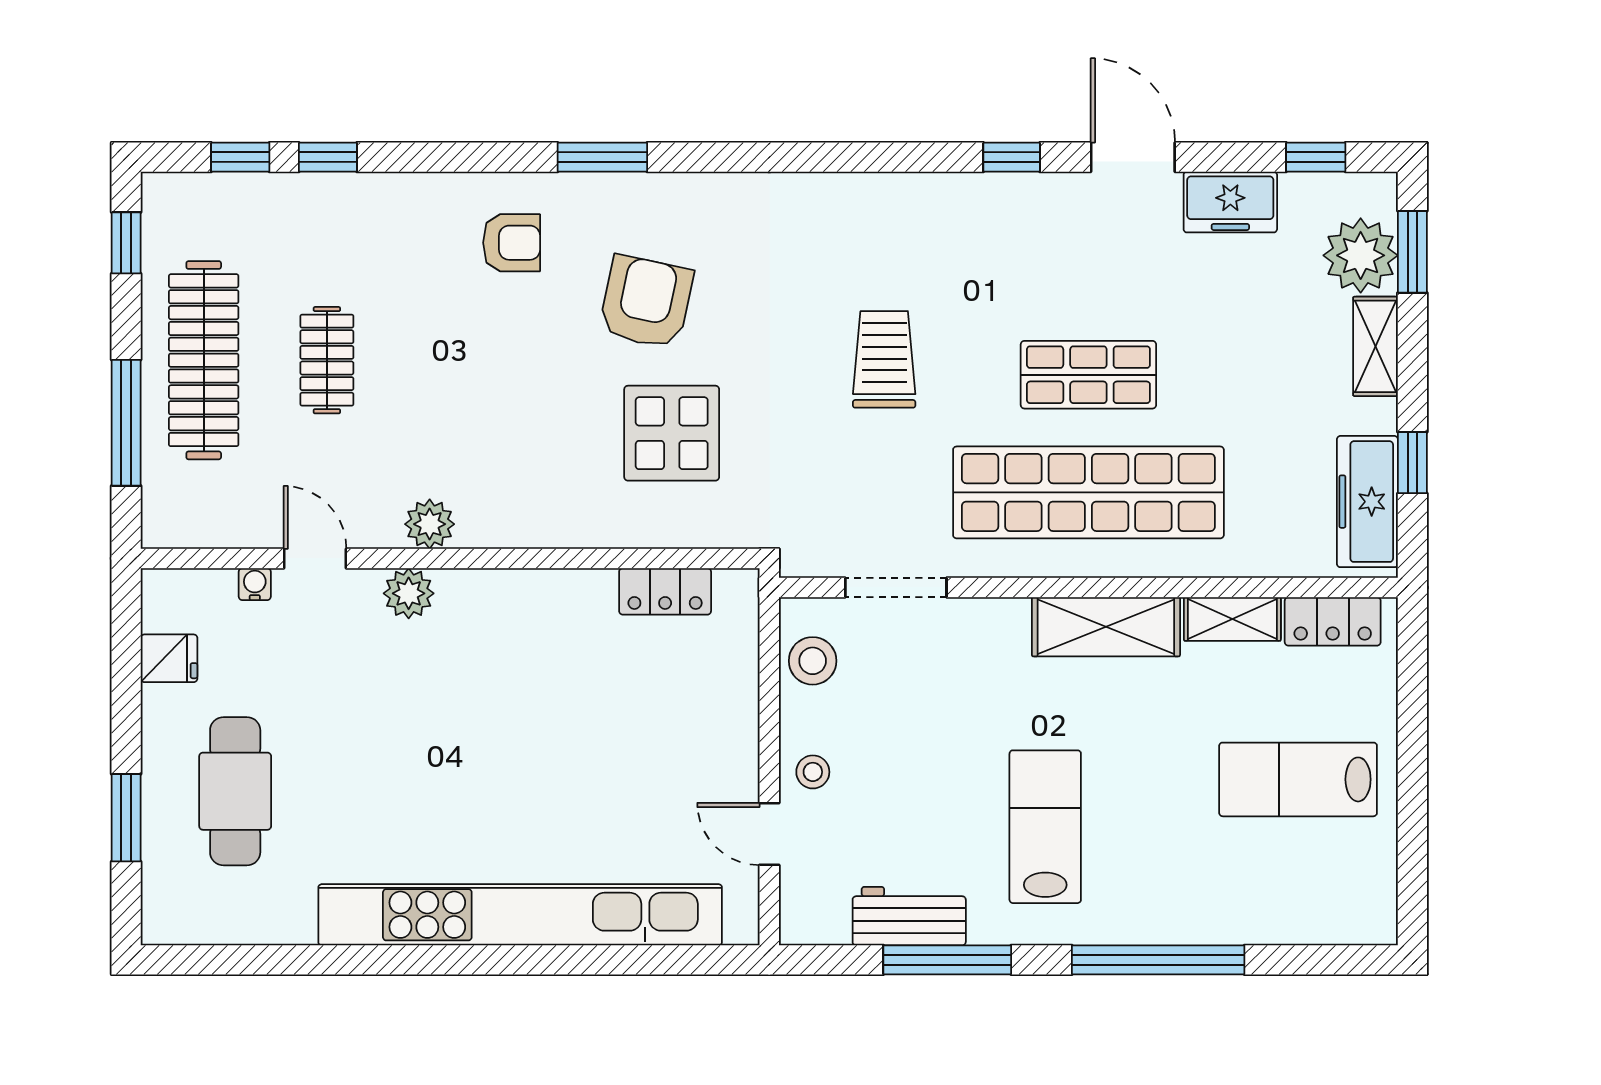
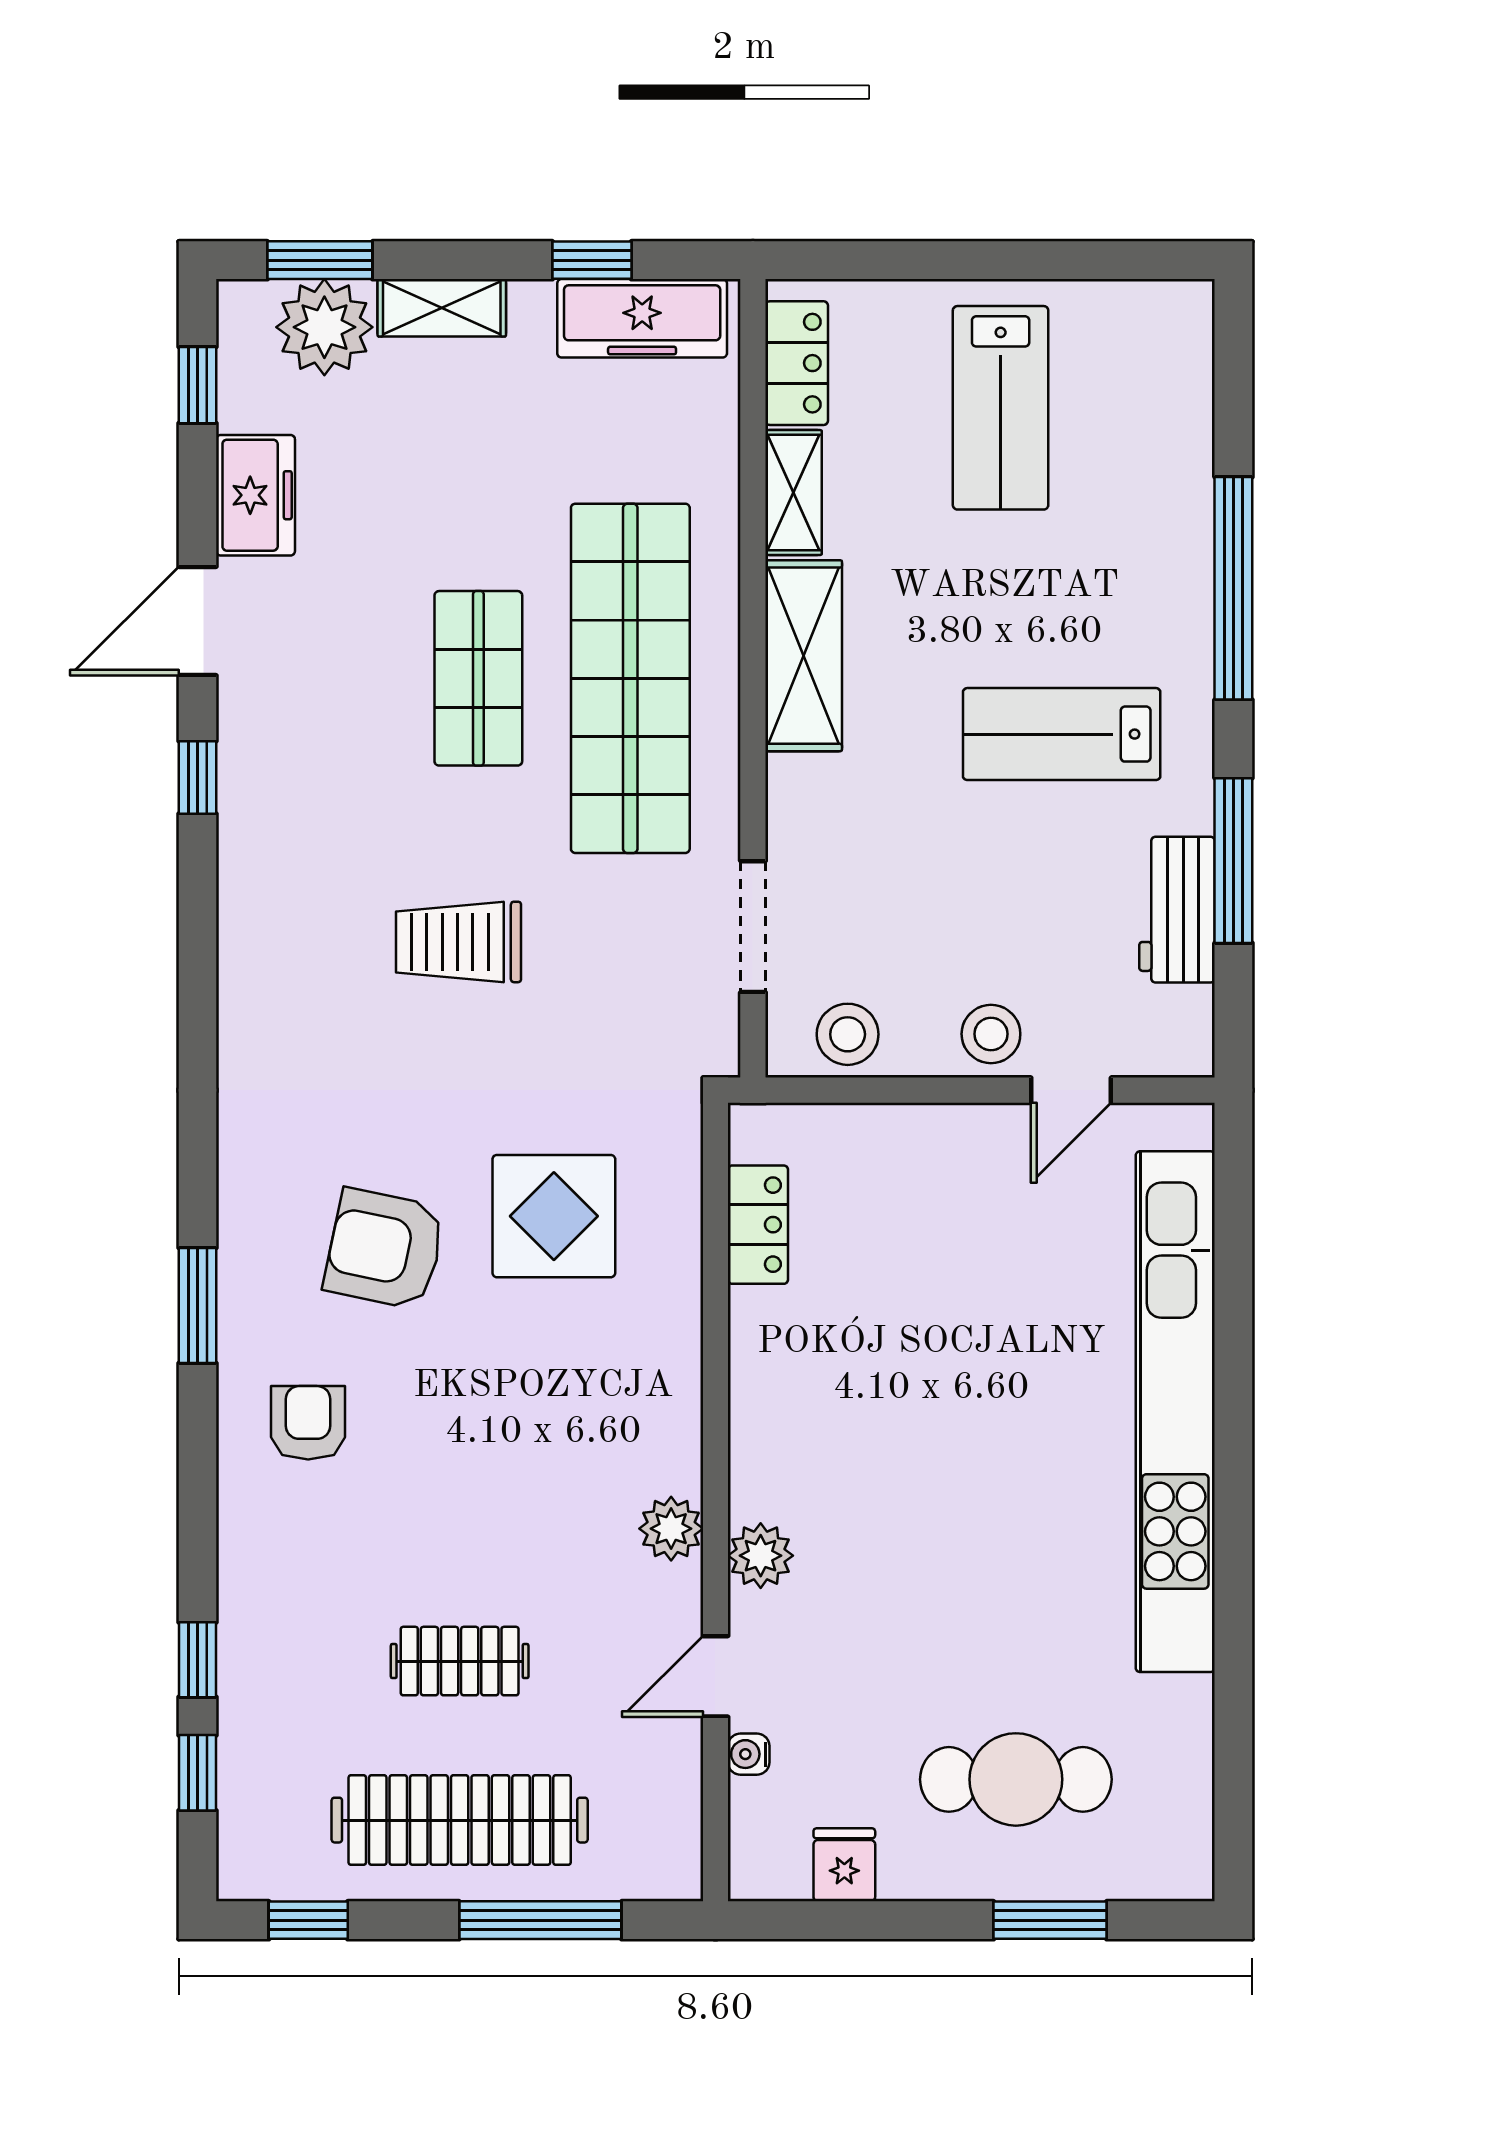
stool: (813, 772) -> (991, 1034), width x1.37, depth x1.37

